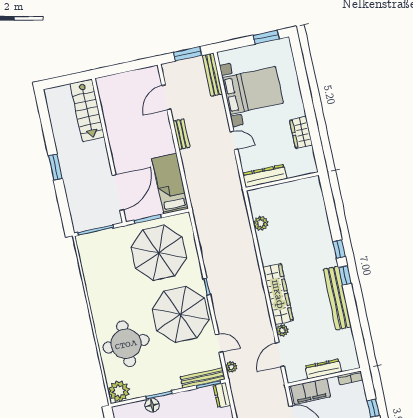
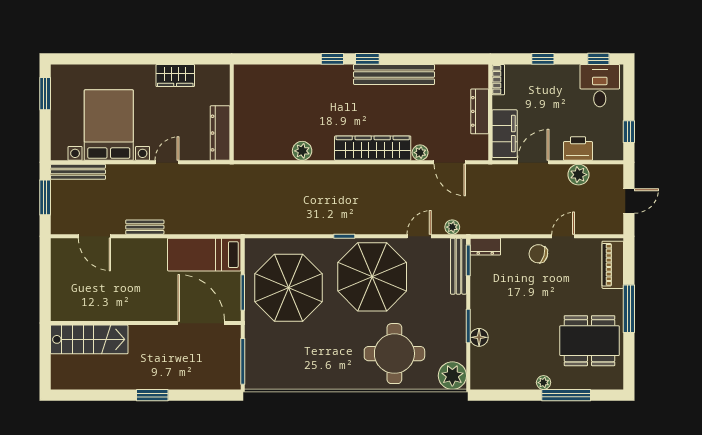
plant: (261, 223) -> (302, 151), moved

